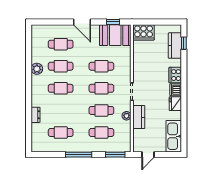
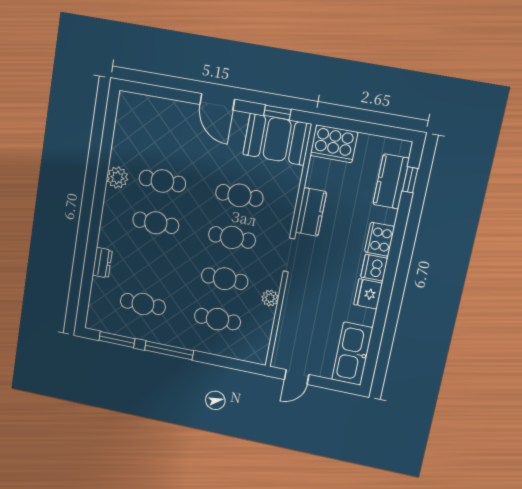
cafe table: (61, 44) -> (169, 138), removed
kitchen counter: (139, 117) -> (311, 212), moved
window: (115, 155) -> (117, 339), moved

